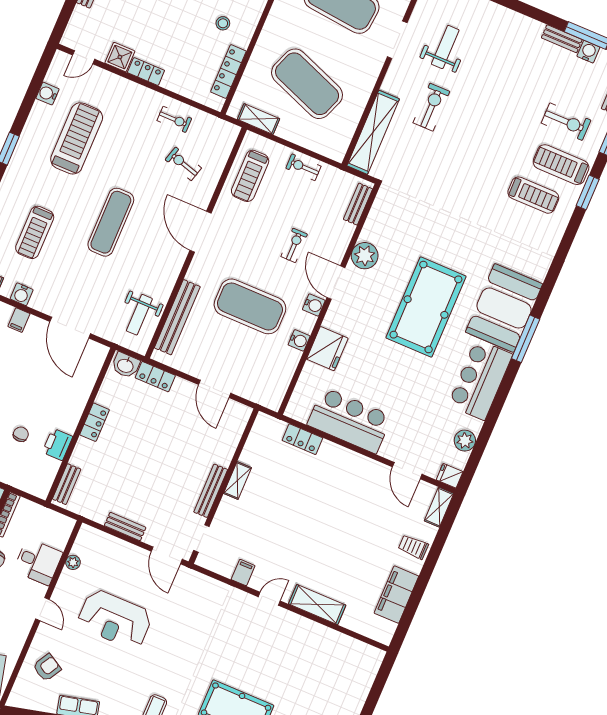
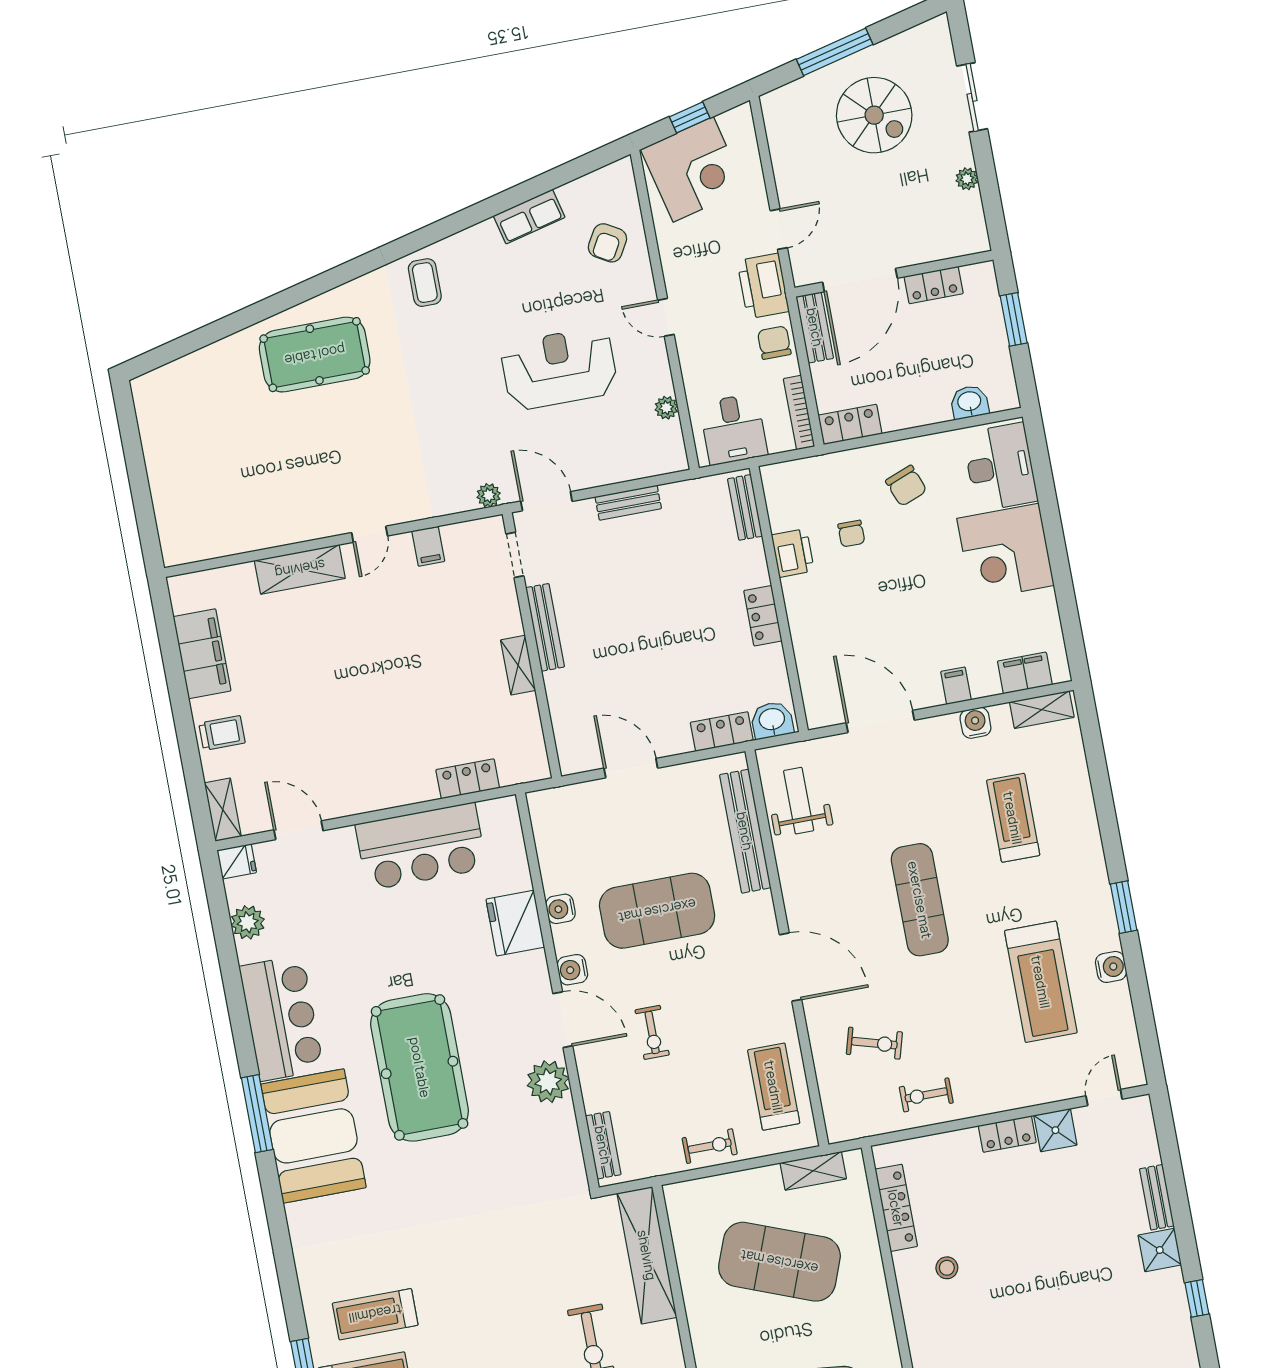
water cooler: (47, 94) -> (1111, 967), moved
desk: (38, 562) -> (733, 429), moved, turned -90
plant: (195, 578) -> (489, 495), added

